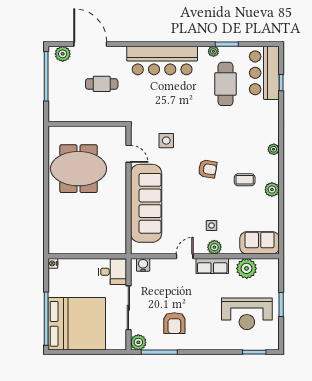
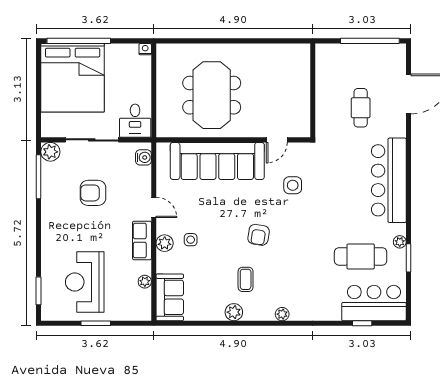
plant: (63, 54) -> (397, 61), removed
meeting table: (78, 169) -> (212, 95), moved
plant: (247, 268) -> (145, 282), width x0.53, depth x0.53
armchair: (174, 323) -> (93, 193), moved

